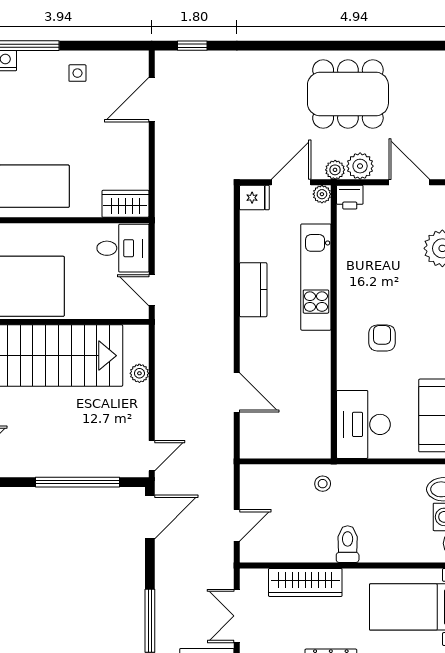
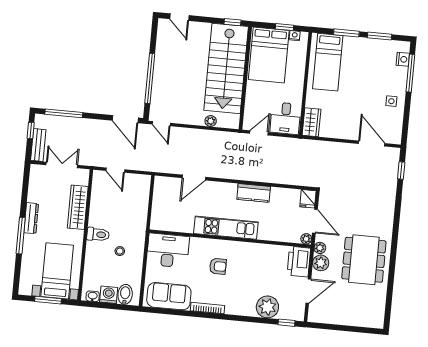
printer: (350, 197) -> (299, 262), width x1.87, depth x1.48
kitchen unit: (316, 277) -> (226, 228), moved
stool: (323, 484) -> (120, 251), moved

